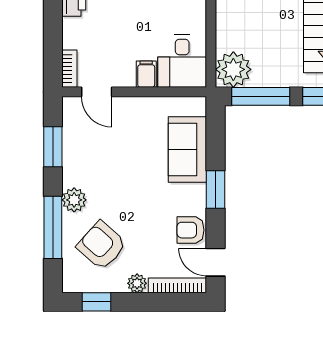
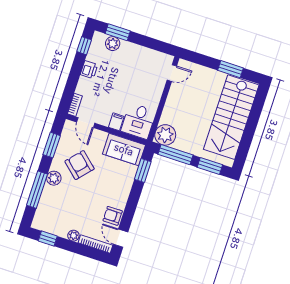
sofa: (187, 150) -> (124, 149), moved, turned -90
window: (215, 190) -> (143, 171), moved
armchair: (102, 245) -> (80, 165), moved

